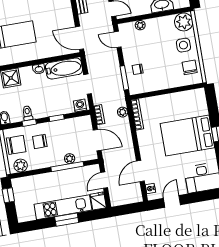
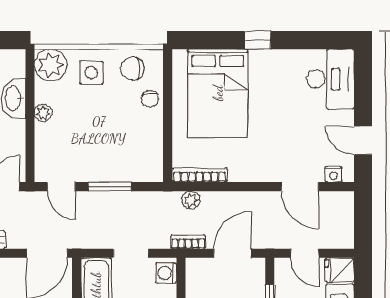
plant: (140, 25) -> (43, 113), moved
door: (118, 39) -> (61, 187), hinge flipped
chair: (138, 69) -> (150, 99), moved
window: (124, 78) -> (110, 187), moved
bed: (187, 136) -> (218, 93), moved

